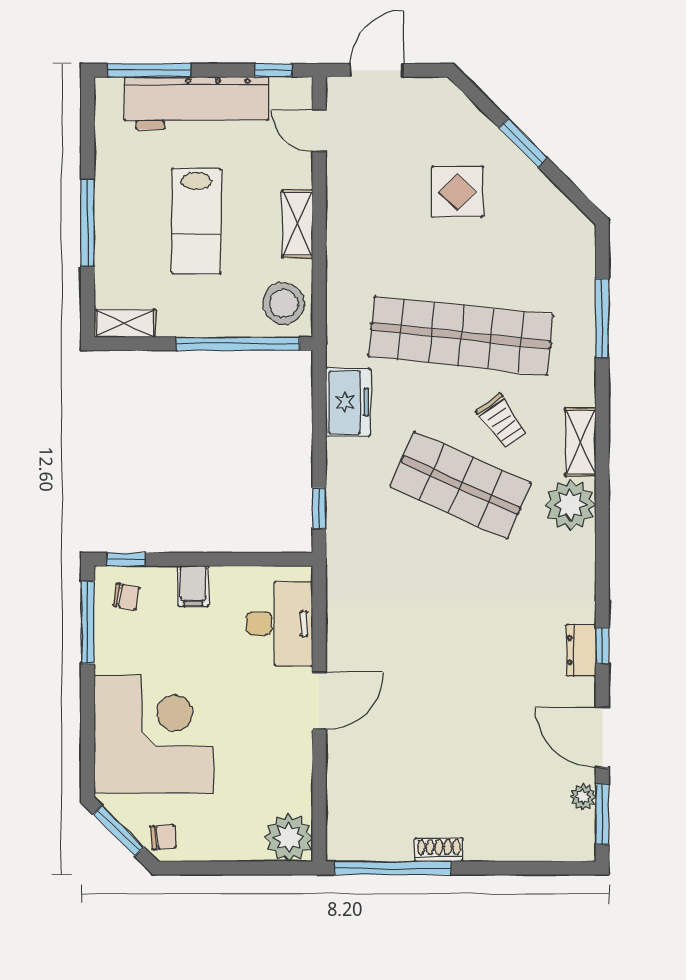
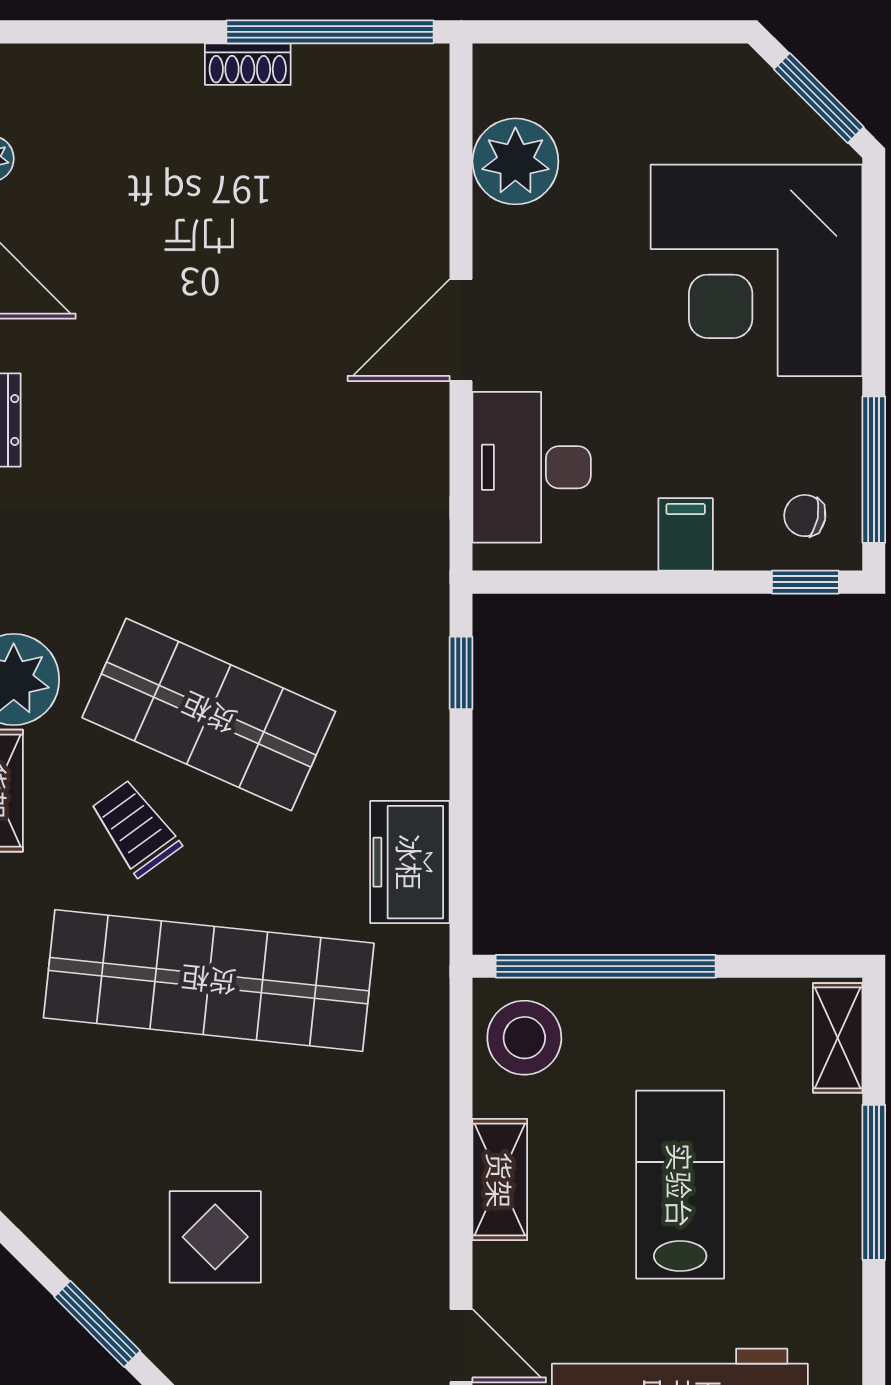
shelving: (125, 323) -> (838, 1038), moved, turned 90
chair: (163, 837) -> (739, 87), removed
plant: (289, 837) -> (515, 161), moved

